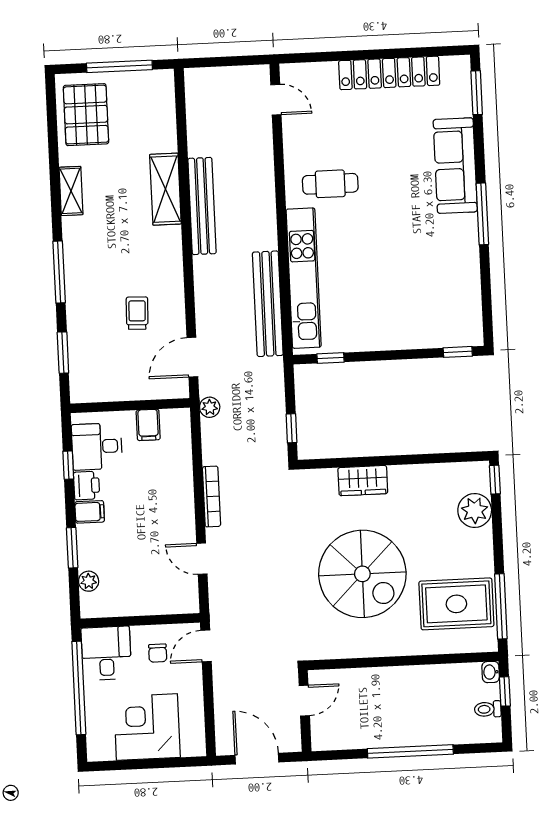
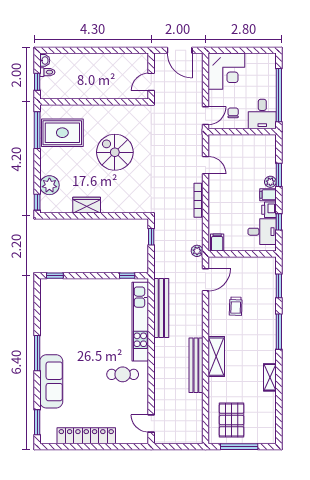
pallet: (86, 115) -> (232, 420), moved
shelving: (165, 189) -> (216, 357), moved
filing cabinet: (148, 425) -> (217, 243), moved
wardrobe: (363, 481) -> (87, 205), moved
spiral stairs: (362, 574) -> (115, 152), width x0.73, depth x0.73
plant: (89, 581) -> (270, 182), moved
washbasin: (491, 672) -> (45, 60), moved
corner desk: (147, 727) -> (226, 71), moved
window: (410, 751) -> (92, 50), removed

